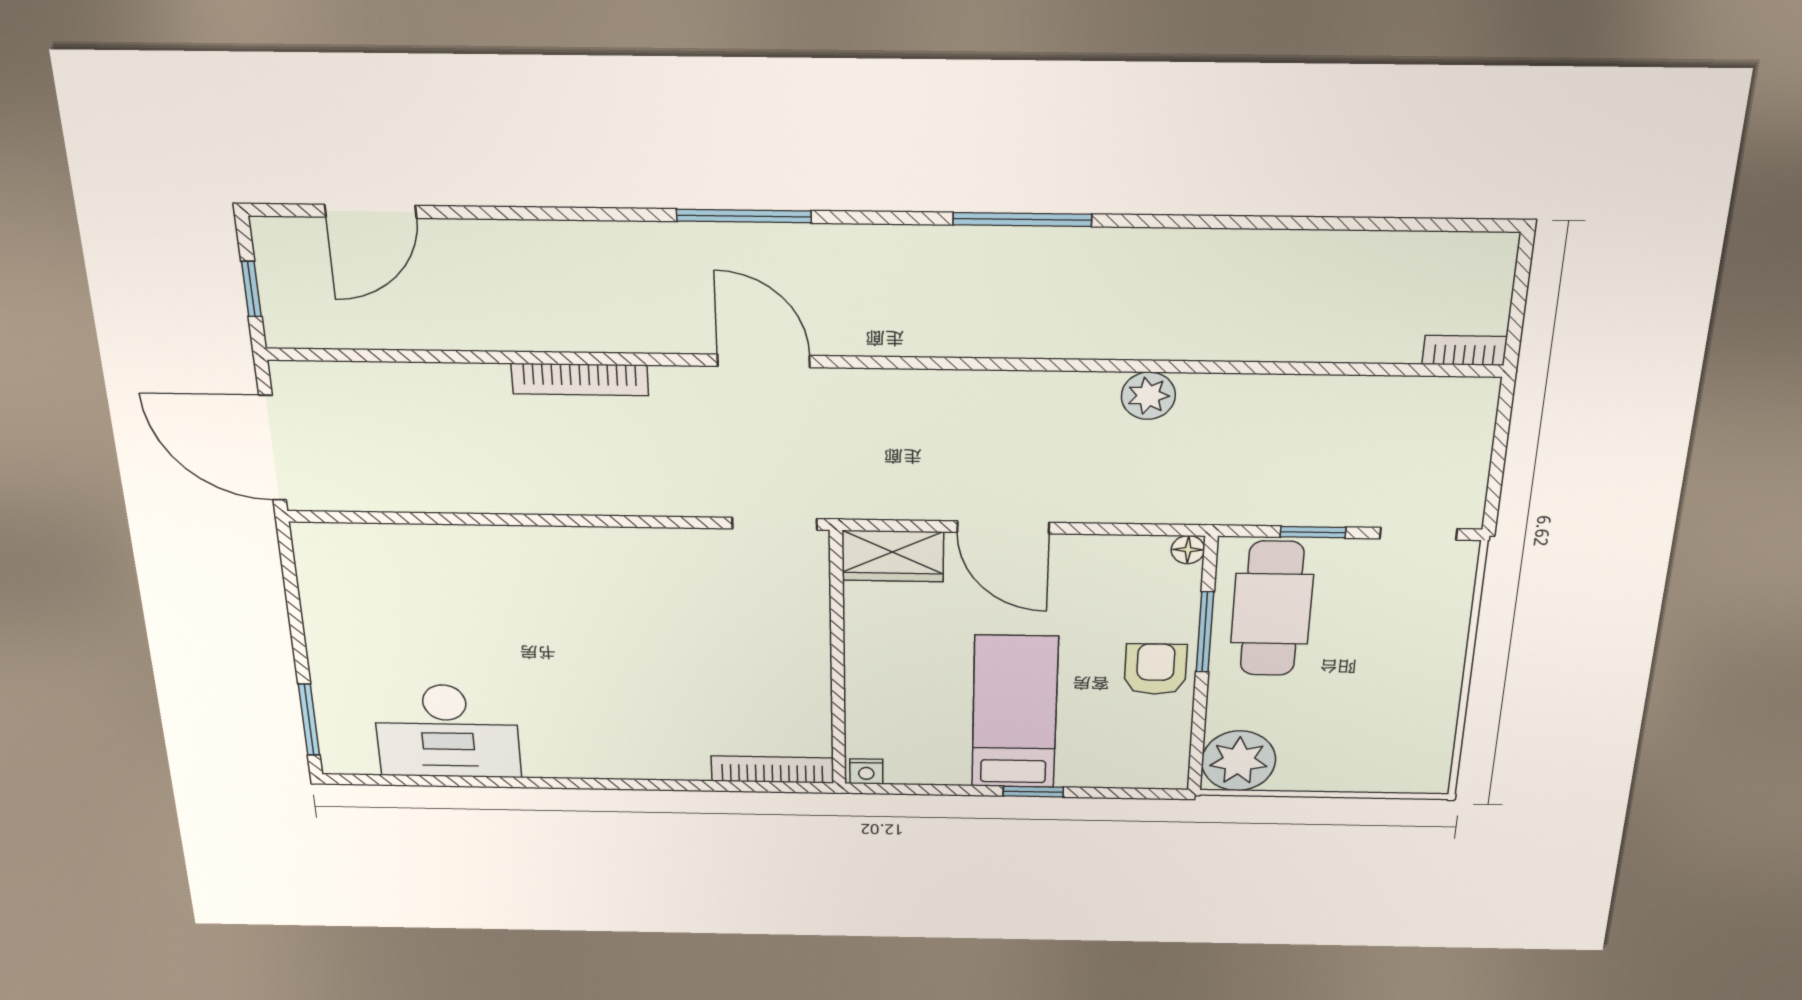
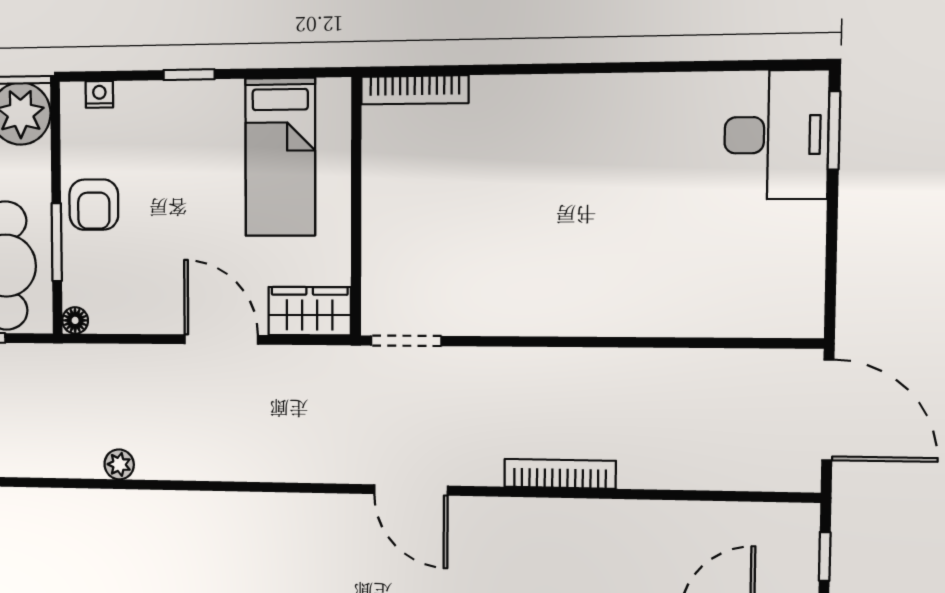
plant: (1148, 396) -> (119, 464), width x0.73, depth x0.73
bed: (1015, 712) -> (280, 157), moved
desk: (447, 731) -> (776, 135), moved, turned 90
nightstand: (866, 771) -> (99, 94), moved

